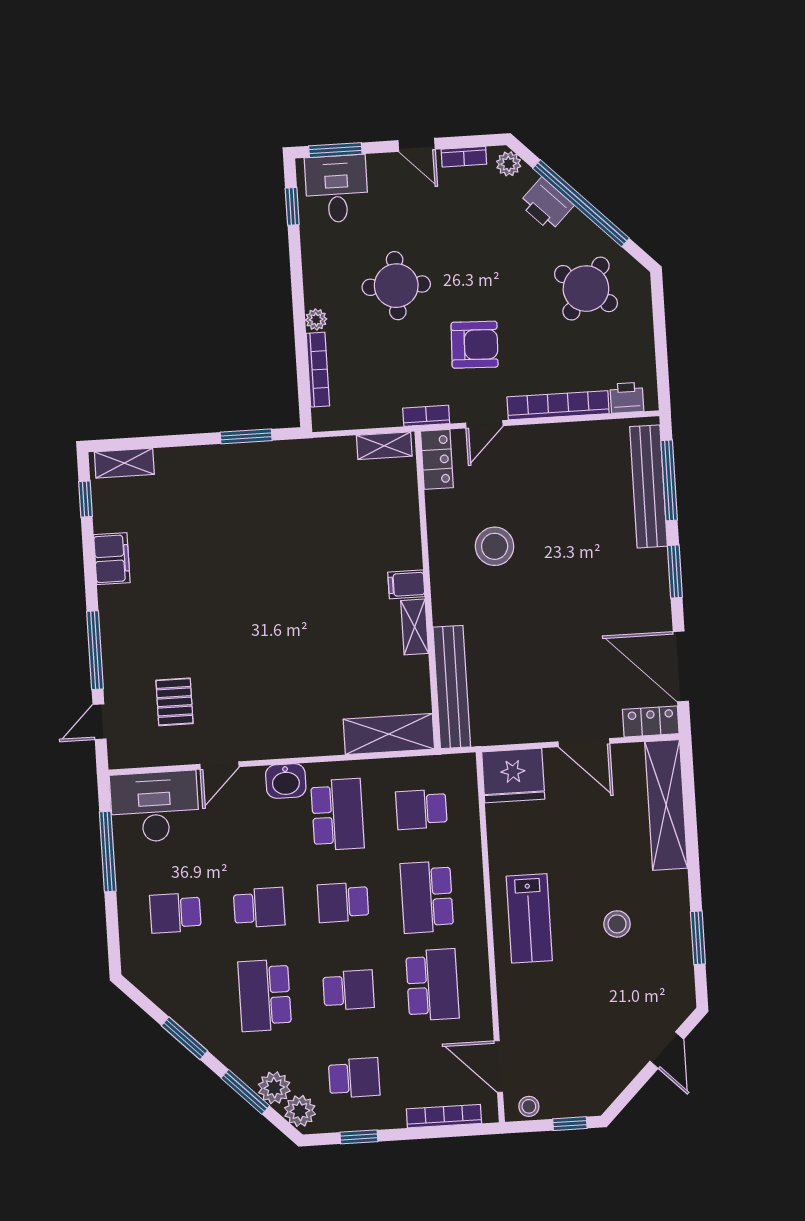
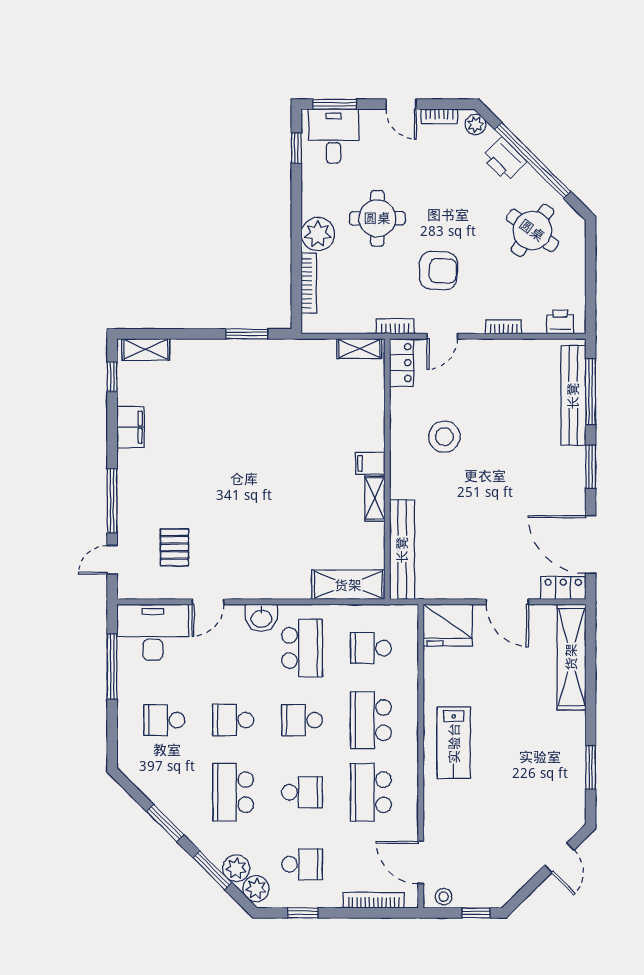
plant: (316, 319) -> (318, 234), width x1.88, depth x1.88
bookcase: (558, 405) -> (504, 327), width x0.43, depth x0.76
school desk: (259, 908) -> (233, 720), turned 180
stool: (617, 924) -> (525, 752), removed
school desk: (432, 985) -> (371, 792), turned 180

